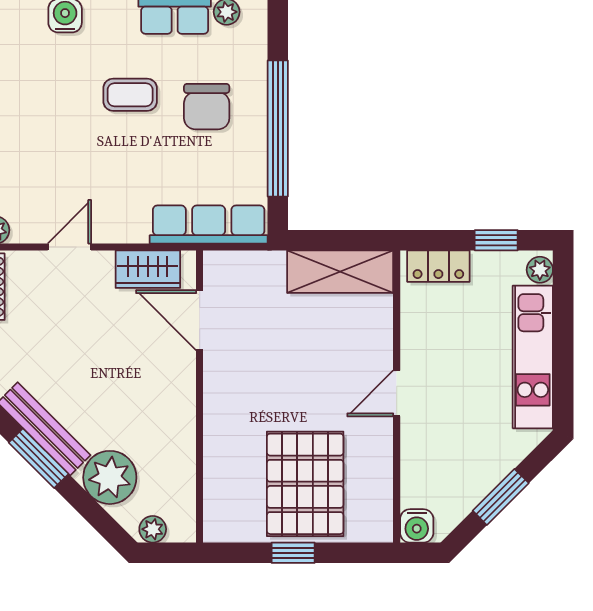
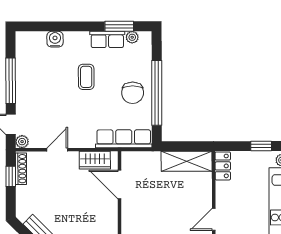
coffee table: (130, 95) -> (86, 77), turned 90
chair: (207, 107) -> (133, 93), moved
locker: (438, 266) -> (223, 166), moved, turned -90

